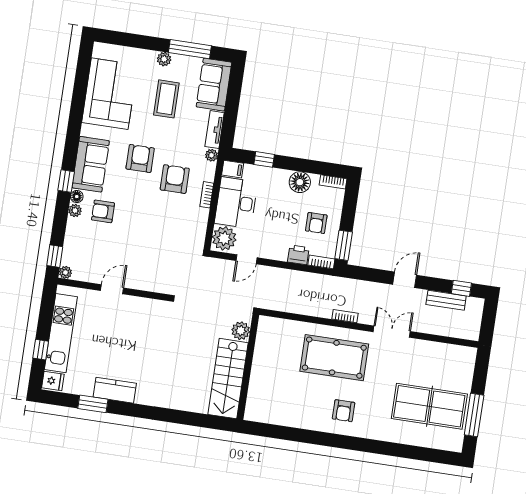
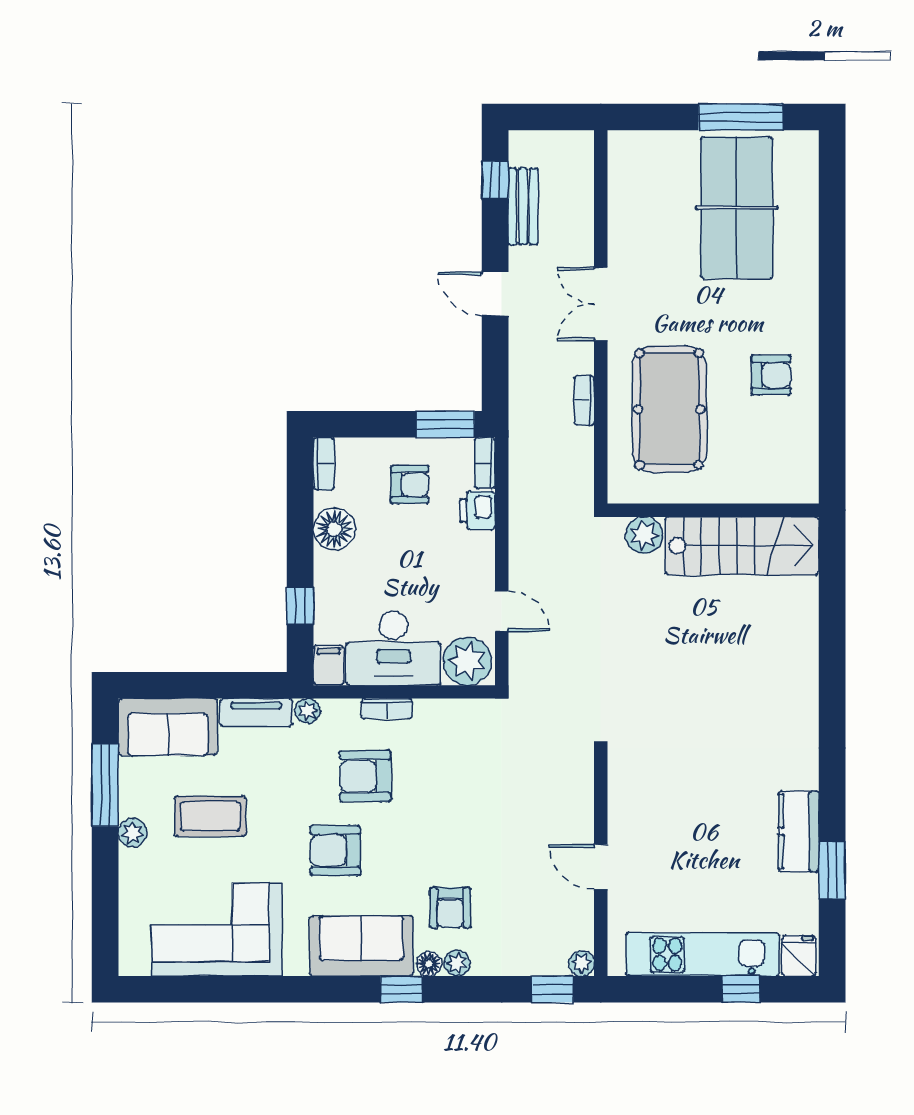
plant: (241, 331) -> (644, 535), moved
wall: (248, 367) -> (713, 510), moved
stairs: (228, 379) -> (742, 546), moved

